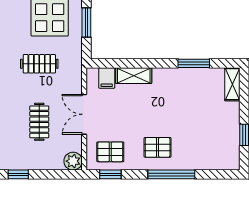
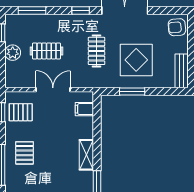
shelving: (134, 76) -> (86, 155), moved
pallet: (110, 152) -> (21, 112), turned 90
plant: (73, 161) -> (13, 53), moved

